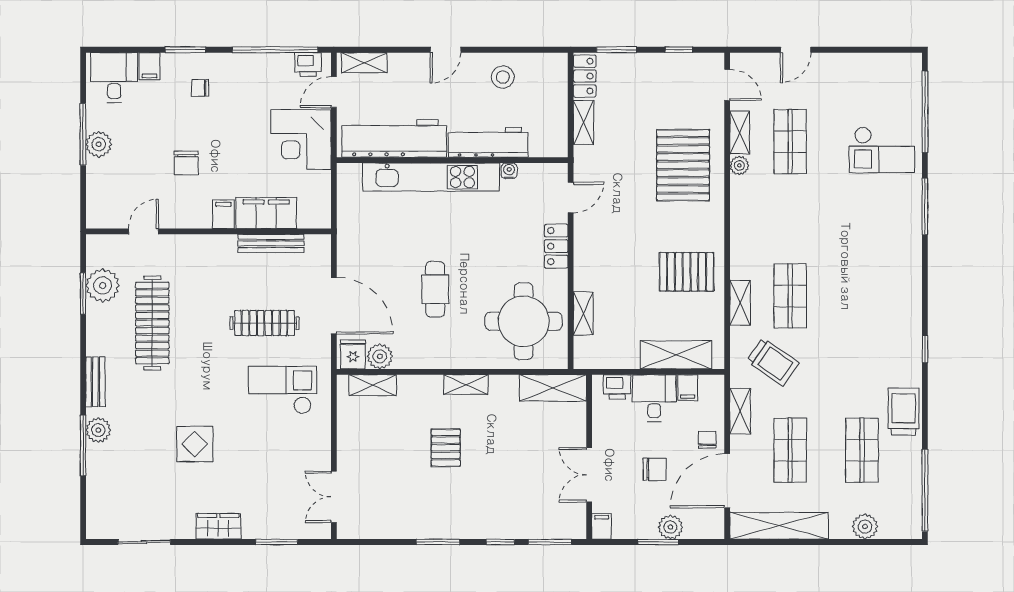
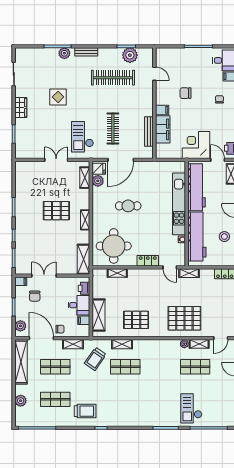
shelving: (583, 122) -> (189, 273), moved
workbench: (488, 142) -> (197, 236), width x1.36, depth x1.32
plant: (99, 144) -> (194, 53), removed
pallet: (687, 272) -> (136, 320), turned 90
checkout: (283, 390) -> (83, 137), turned 180
trolley: (904, 412) -> (85, 411), moved
pallet: (446, 448) -> (56, 211), width x1.50, depth x1.42
chair: (655, 469) -> (35, 296), moved
double door: (334, 497) -> (56, 160), moved
plant: (670, 527) -> (20, 326), moved

